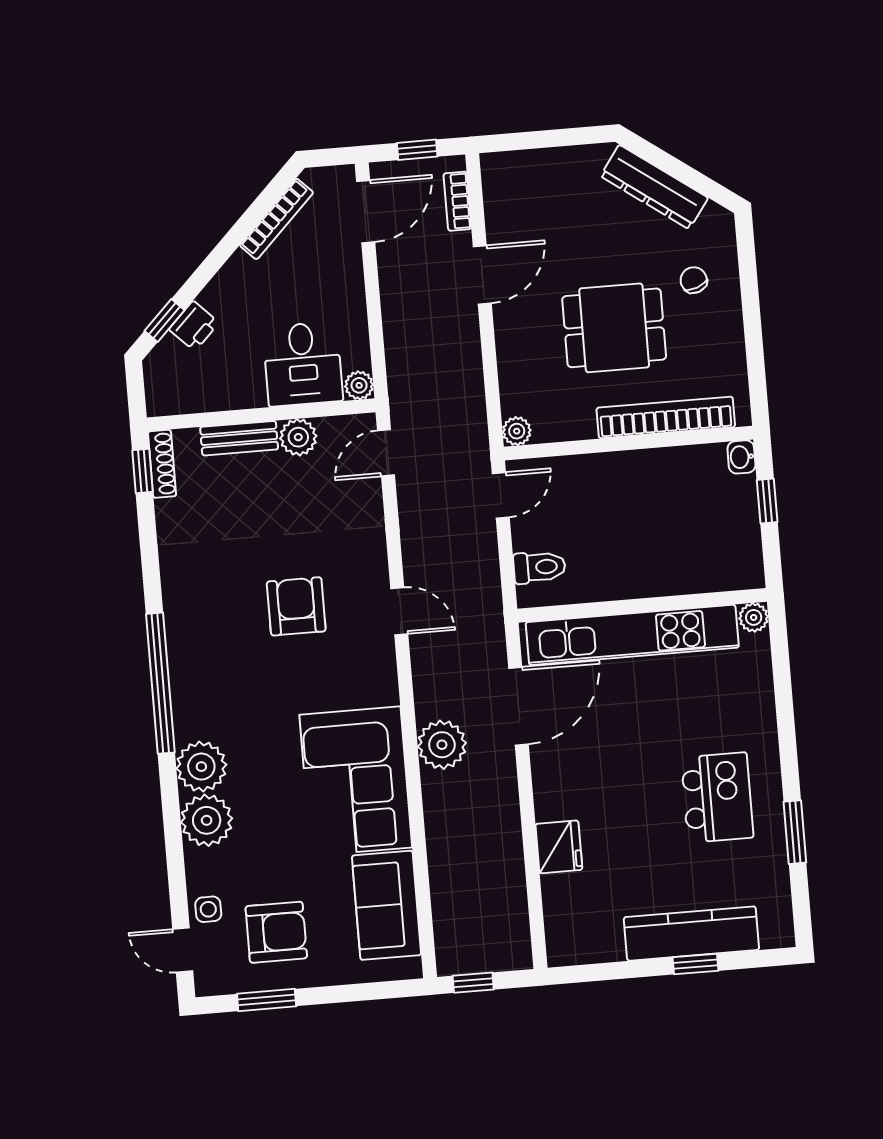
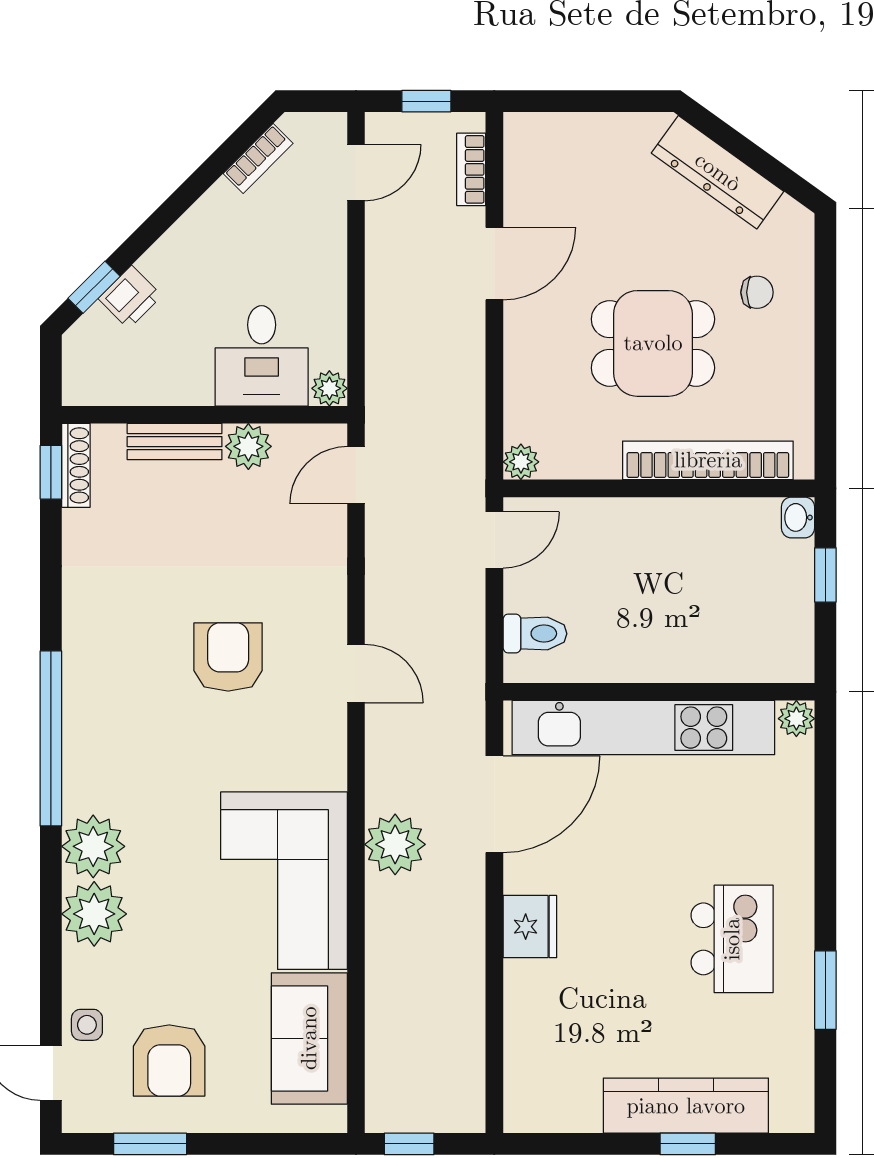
door: (366, 212) -> (356, 173), width x0.73
bookcase: (276, 219) -> (258, 158), width x0.64
chair: (694, 280) -> (757, 292), turned 110
fridge: (559, 847) -> (530, 927), moved
armchair: (276, 932) -> (169, 1060), turned 90

